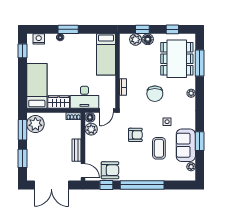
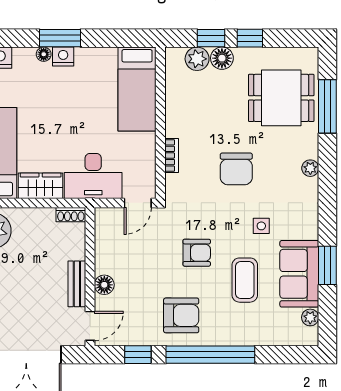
window: (172, 29) -> (250, 38), moved
nightstand: (70, 38) -> (63, 56), added
dining table: (177, 59) -> (281, 98), width x0.73
floor lamp: (90, 117) -> (104, 285), moved
plant: (91, 129) -> (107, 241), removed
armchair: (110, 170) -> (181, 315), moved
door: (83, 171) -> (90, 326), hinge flipped

